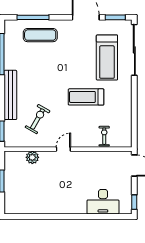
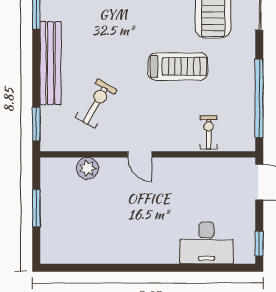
treadmill: (86, 97) -> (178, 66), turned 180
window: (134, 116) -> (259, 98), added
door: (63, 149) -> (140, 154), swing flipped

